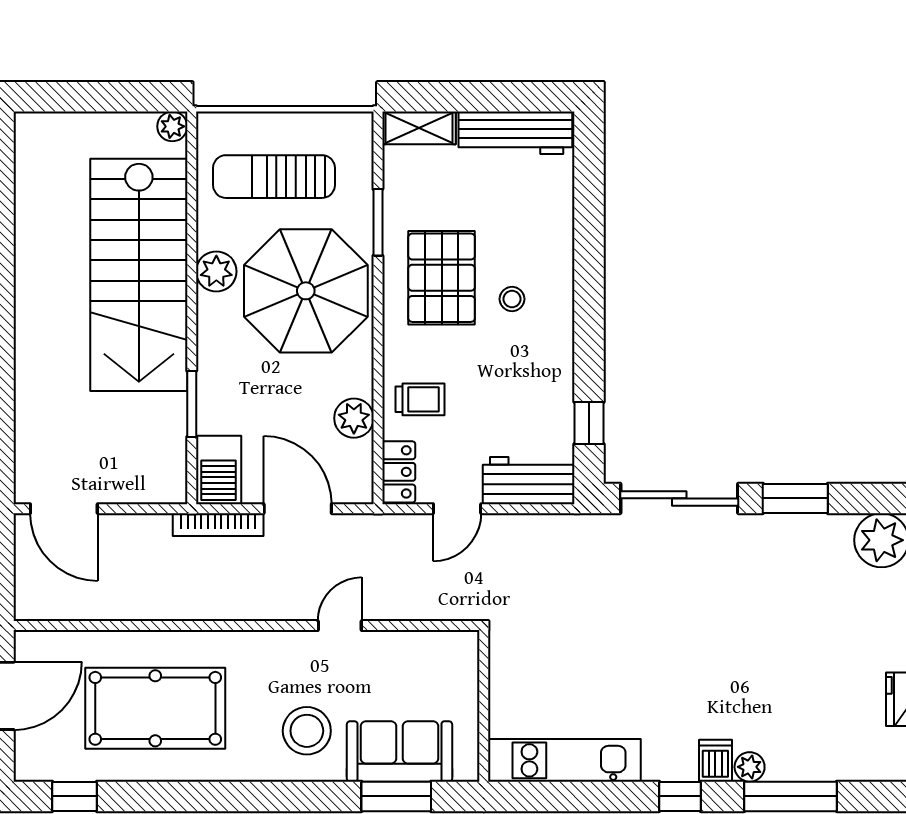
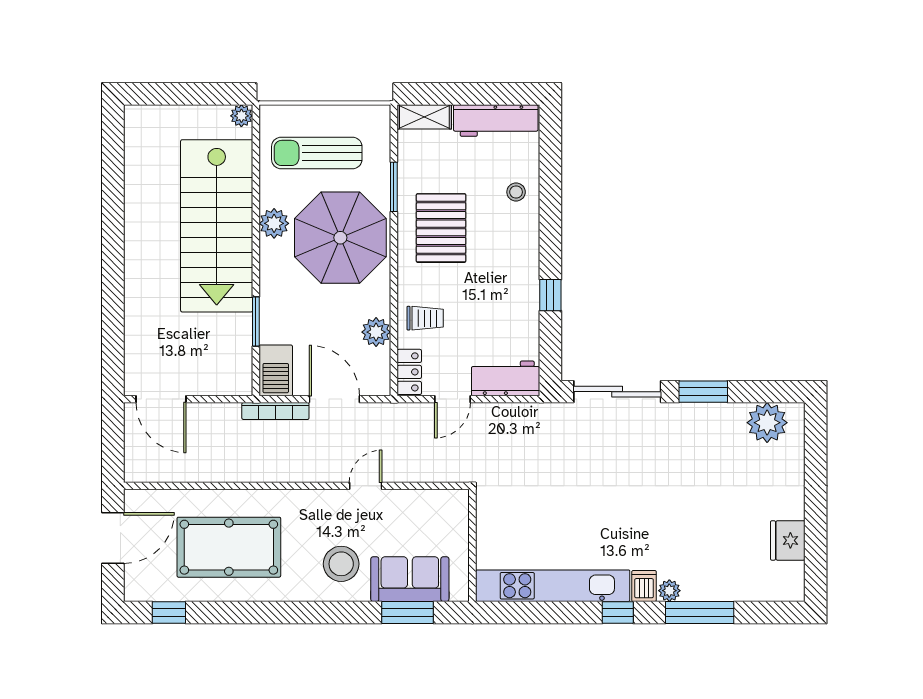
stool: (512, 299) -> (516, 192), moved
window: (589, 423) -> (550, 295), moved
kitchen unit: (564, 760) -> (553, 586), width x1.36

